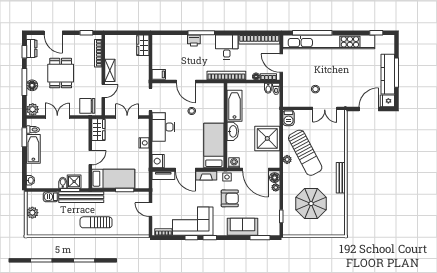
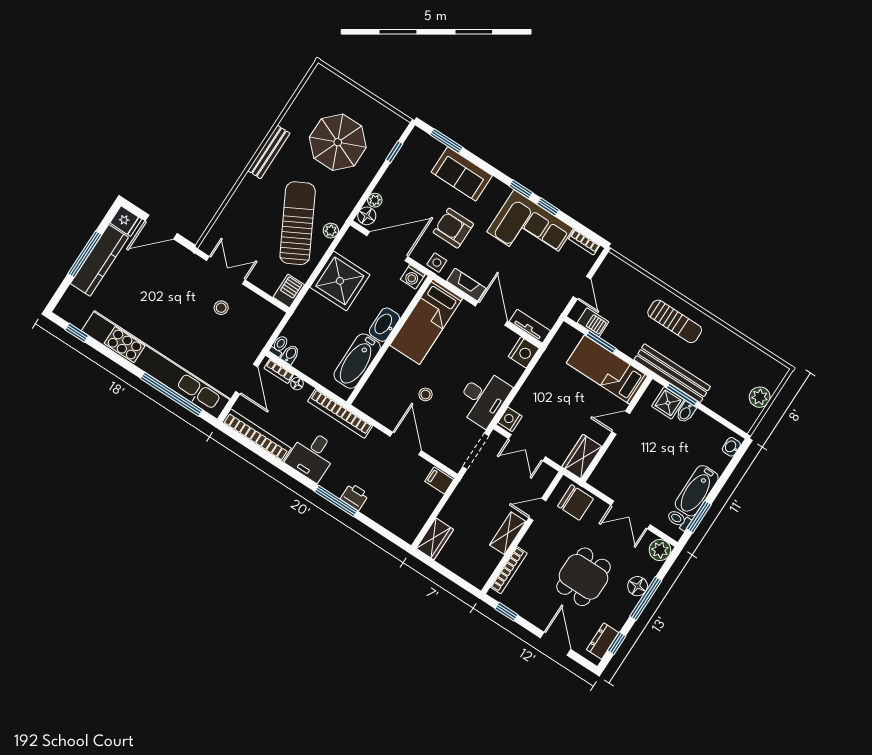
nightstand: (144, 143) -> (510, 419), moved
door: (255, 170) -> (387, 246), hinge flipped
barbecue: (51, 197) -> (593, 322), moved

